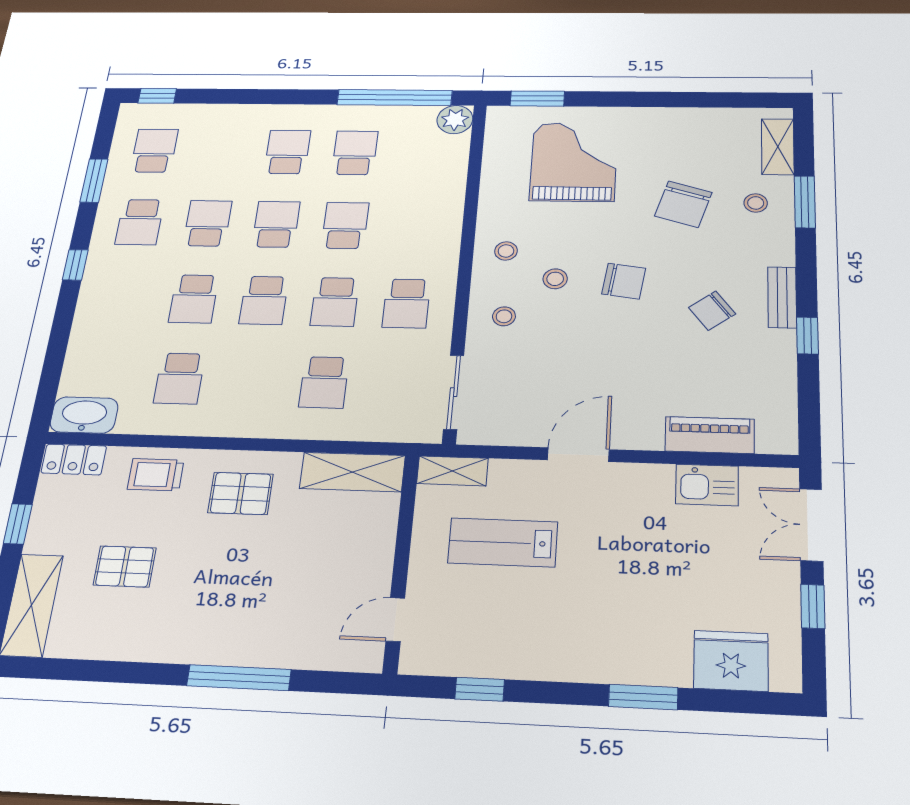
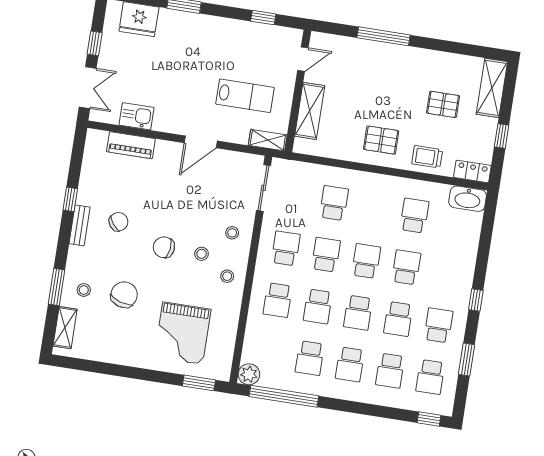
school desk: (221, 151) -> (390, 371), added
school desk: (415, 227) -> (278, 300), added
shelving: (353, 472) -> (310, 111), moved, turned 90
trolley: (156, 475) -> (427, 157), turned 180

